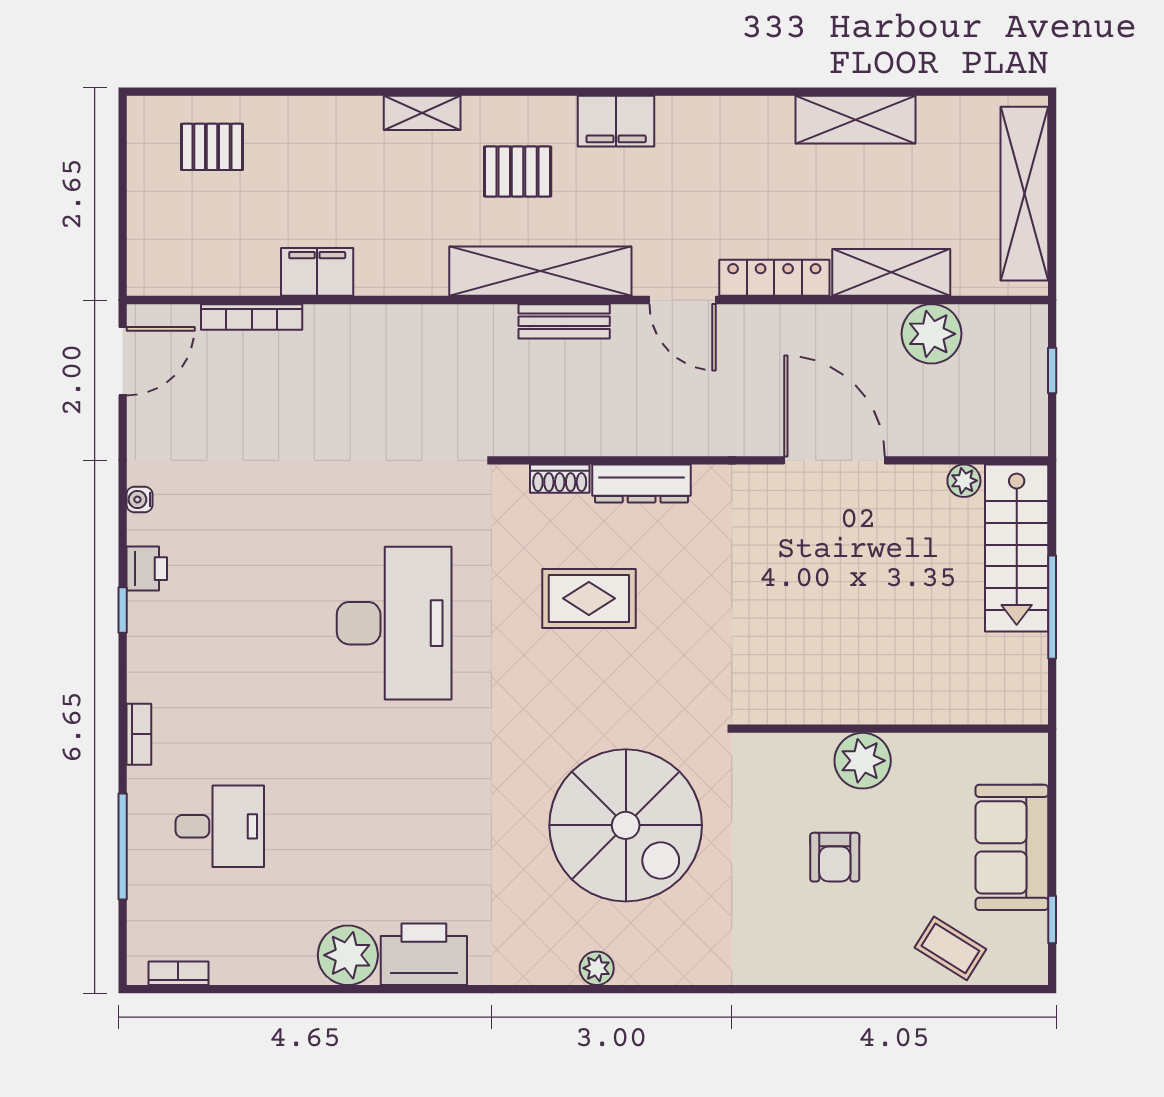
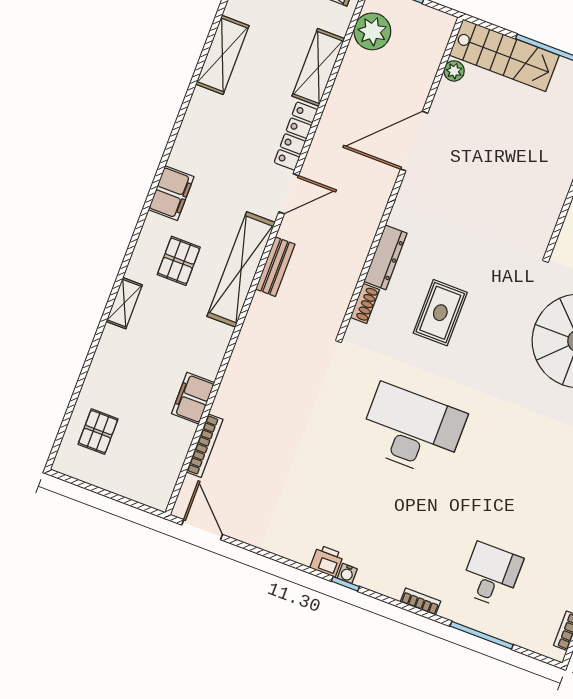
plant: (931, 334) -> (372, 31), moved
water cooler: (139, 500) -> (347, 573), moved

